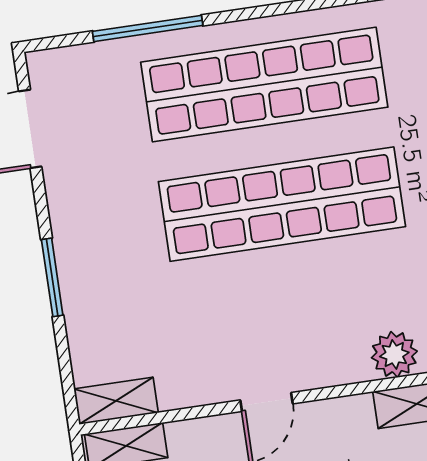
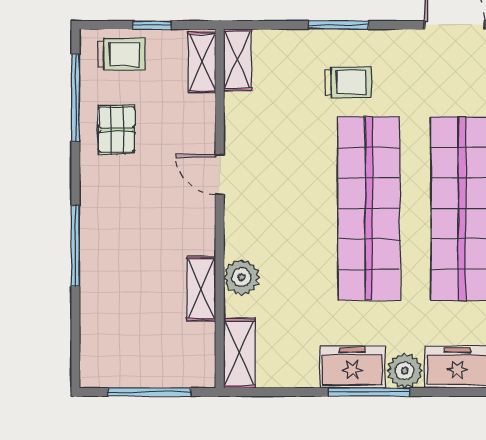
trolley: (124, 254) -> (348, 82), added

